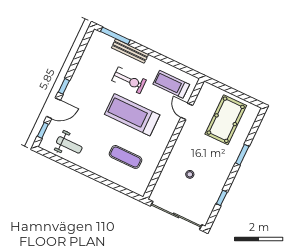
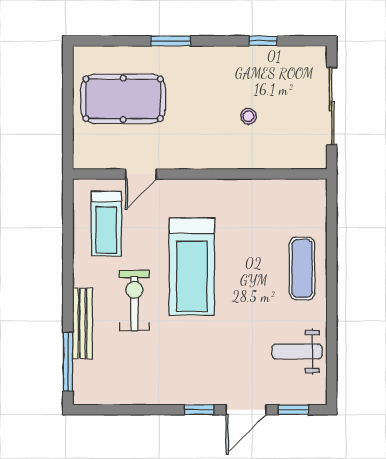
door: (53, 108) -> (246, 410), swing flipped
weight bench: (69, 145) -> (297, 351), turned -90
exercise mat: (126, 157) -> (302, 268), moved
sliding door: (176, 215) -> (332, 106), width x0.73

